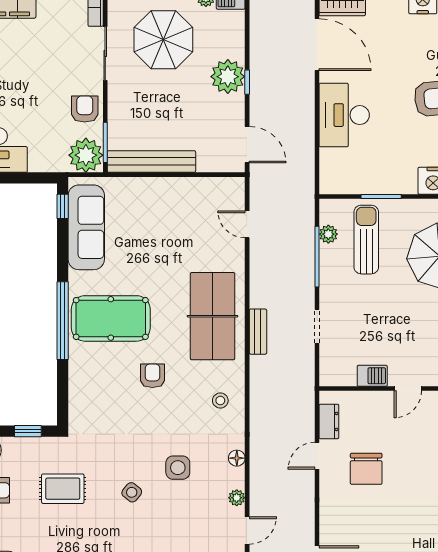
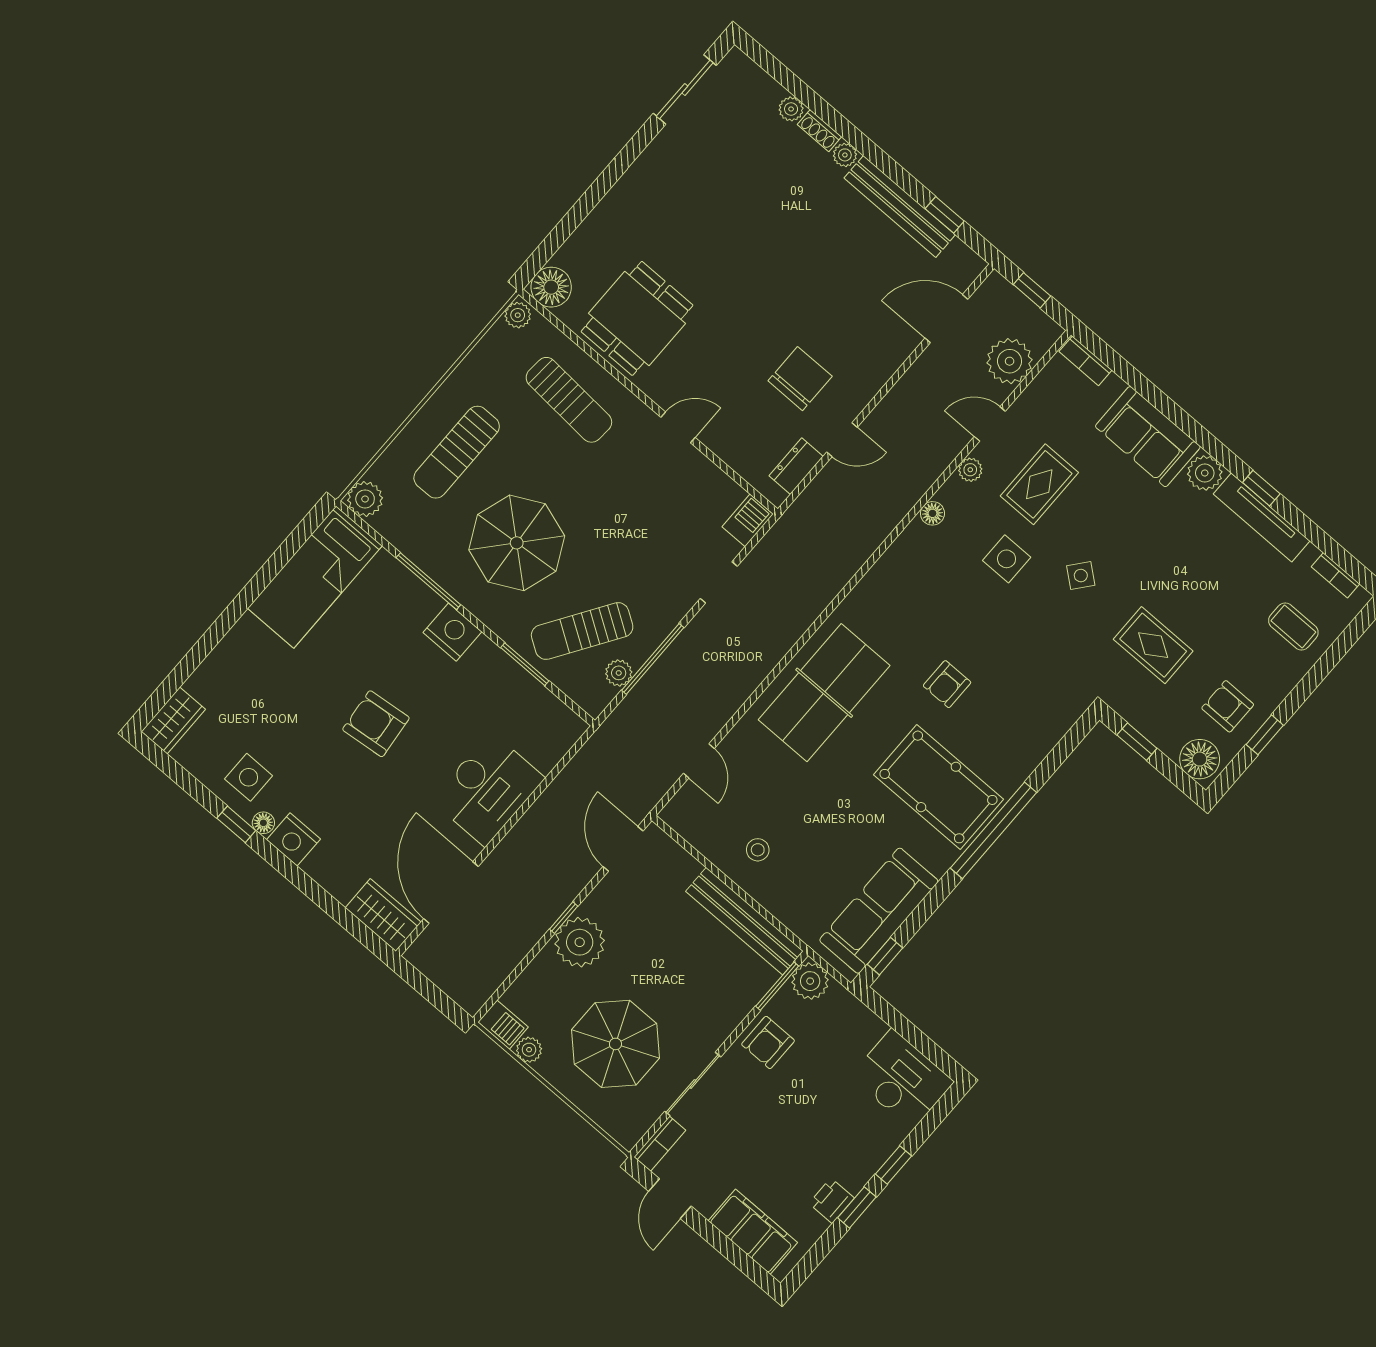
plant: (86, 155) -> (810, 981), width x0.73, depth x0.73
sun lounger: (366, 240) -> (582, 631), turned 33
bench: (258, 332) -> (789, 633), removed
barbecue: (372, 376) -> (748, 520), moved, turned 90
stool: (220, 401) -> (758, 850), moved
rug: (194, 521) -> (1039, 484), added

